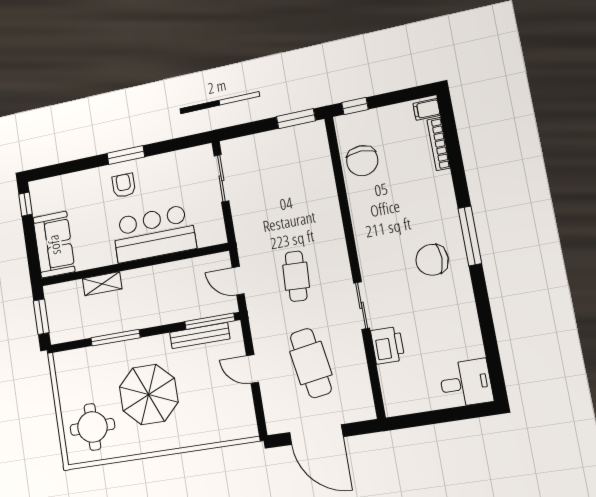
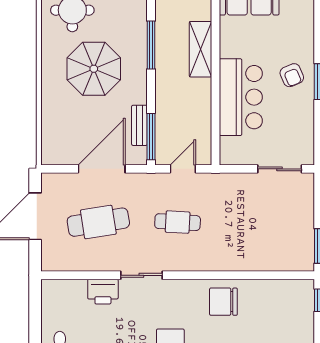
chair: (362, 161) -> (223, 302), moved
armchair: (124, 185) -> (292, 75), turned 67
shelving: (102, 284) -> (201, 49), width x1.50, depth x1.33
bench: (200, 336) -> (139, 125), width x0.73
door: (252, 369) -> (102, 169), width x1.88

